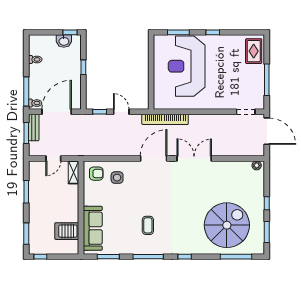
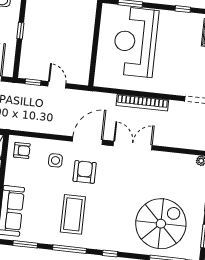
window: (213, 32) -> (183, 9), moved
bookcase: (165, 119) -> (142, 103), moved
side table: (117, 178) -> (55, 160), moved
armchair: (154, 187) -> (85, 172), added
coffee table: (148, 225) -> (73, 214), width x1.86, depth x1.72

